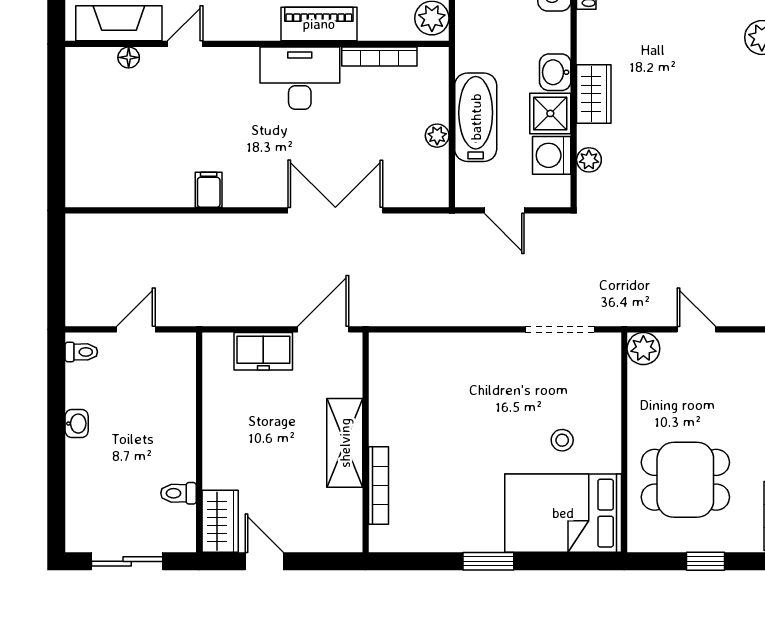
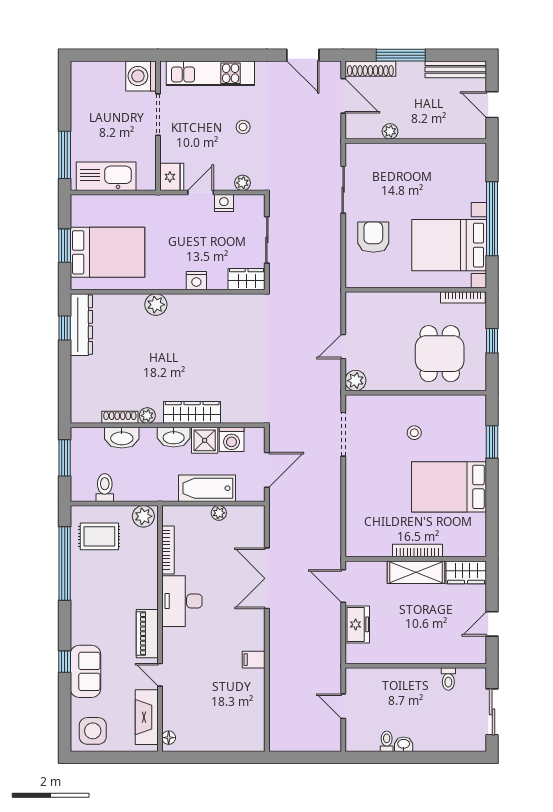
piano: (319, 24) -> (147, 634), moved
floor lamp: (129, 57) -> (169, 738), moved
washbasin: (555, 72) -> (174, 437), width x1.38
wardrobe: (594, 94) -> (192, 412), width x1.50
plant: (589, 160) -> (147, 416), moved
door: (504, 210) -> (267, 470), width x1.38
toilet: (81, 352) -> (387, 741), moved
bookcase: (379, 486) -> (418, 551), moved
bed: (563, 513) -> (449, 487), moved, turned 90
wardrobe: (220, 521) -> (466, 572), moved, turned 180
window: (488, 561) -> (492, 442), moved

